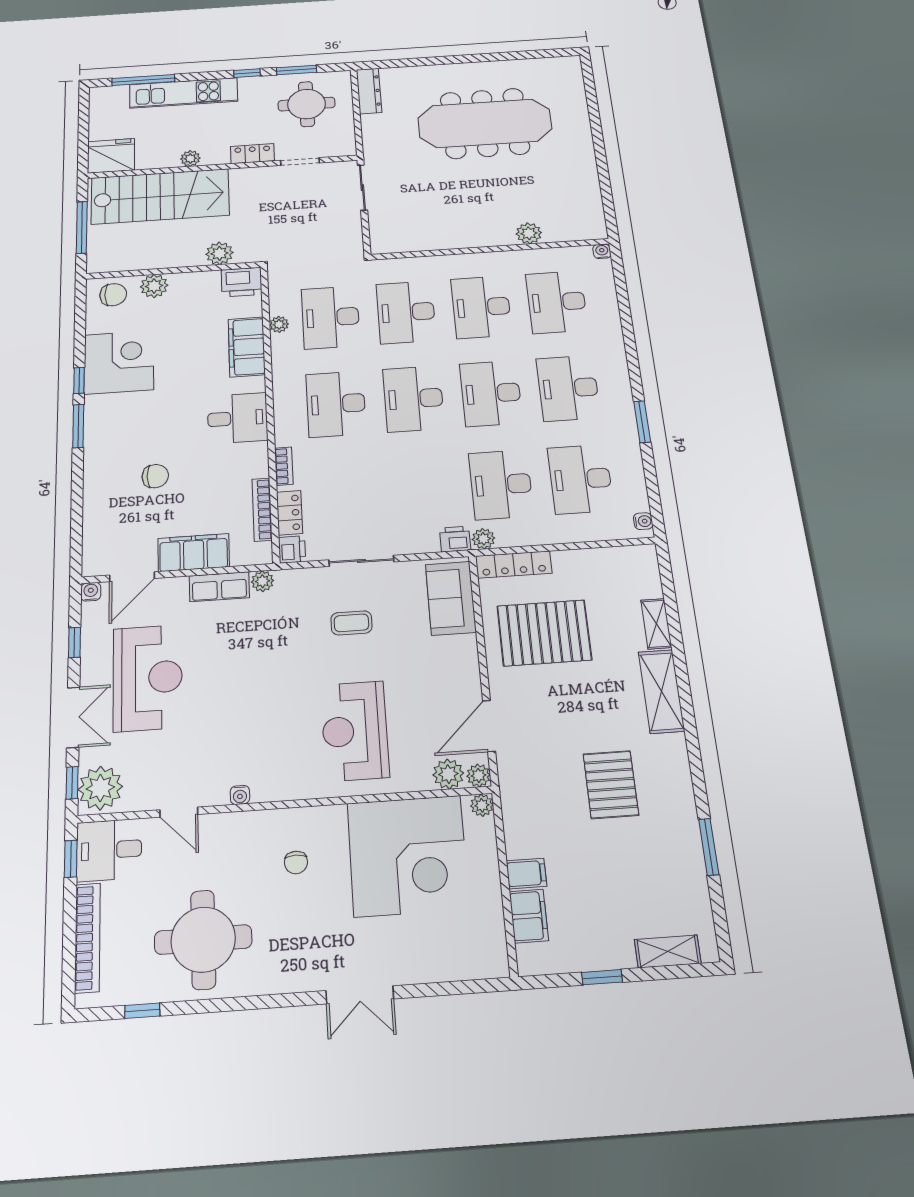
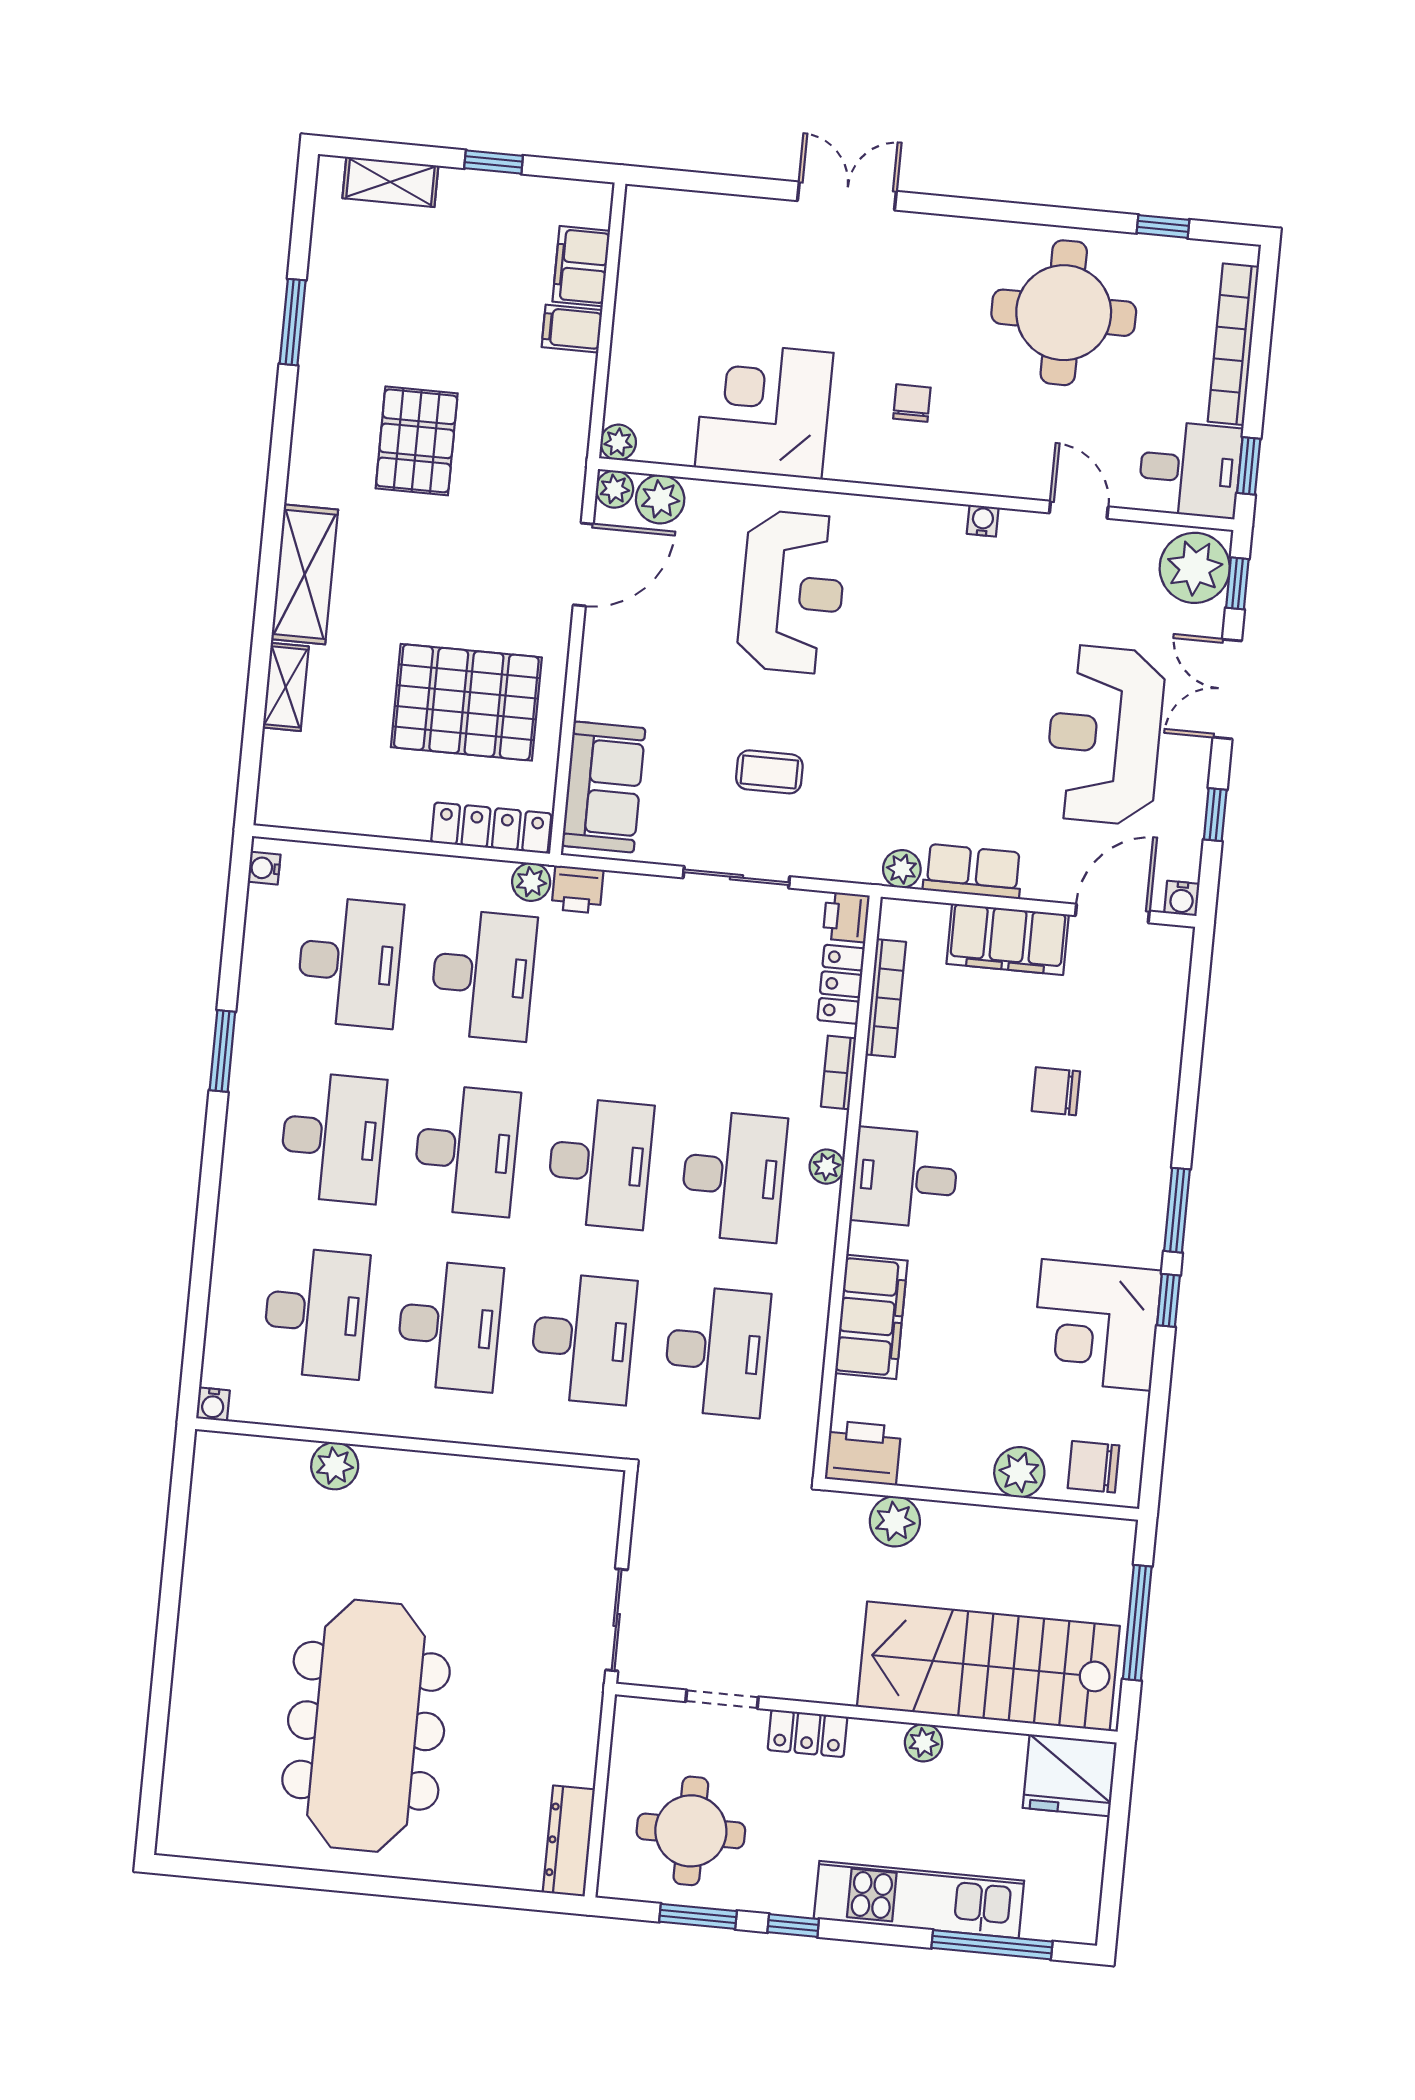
meeting table: (485, 123) -> (366, 1726), turned 90
plant: (279, 324) -> (827, 1167), moved
corner desk: (408, 856) -> (764, 410), width x0.74, depth x0.74

